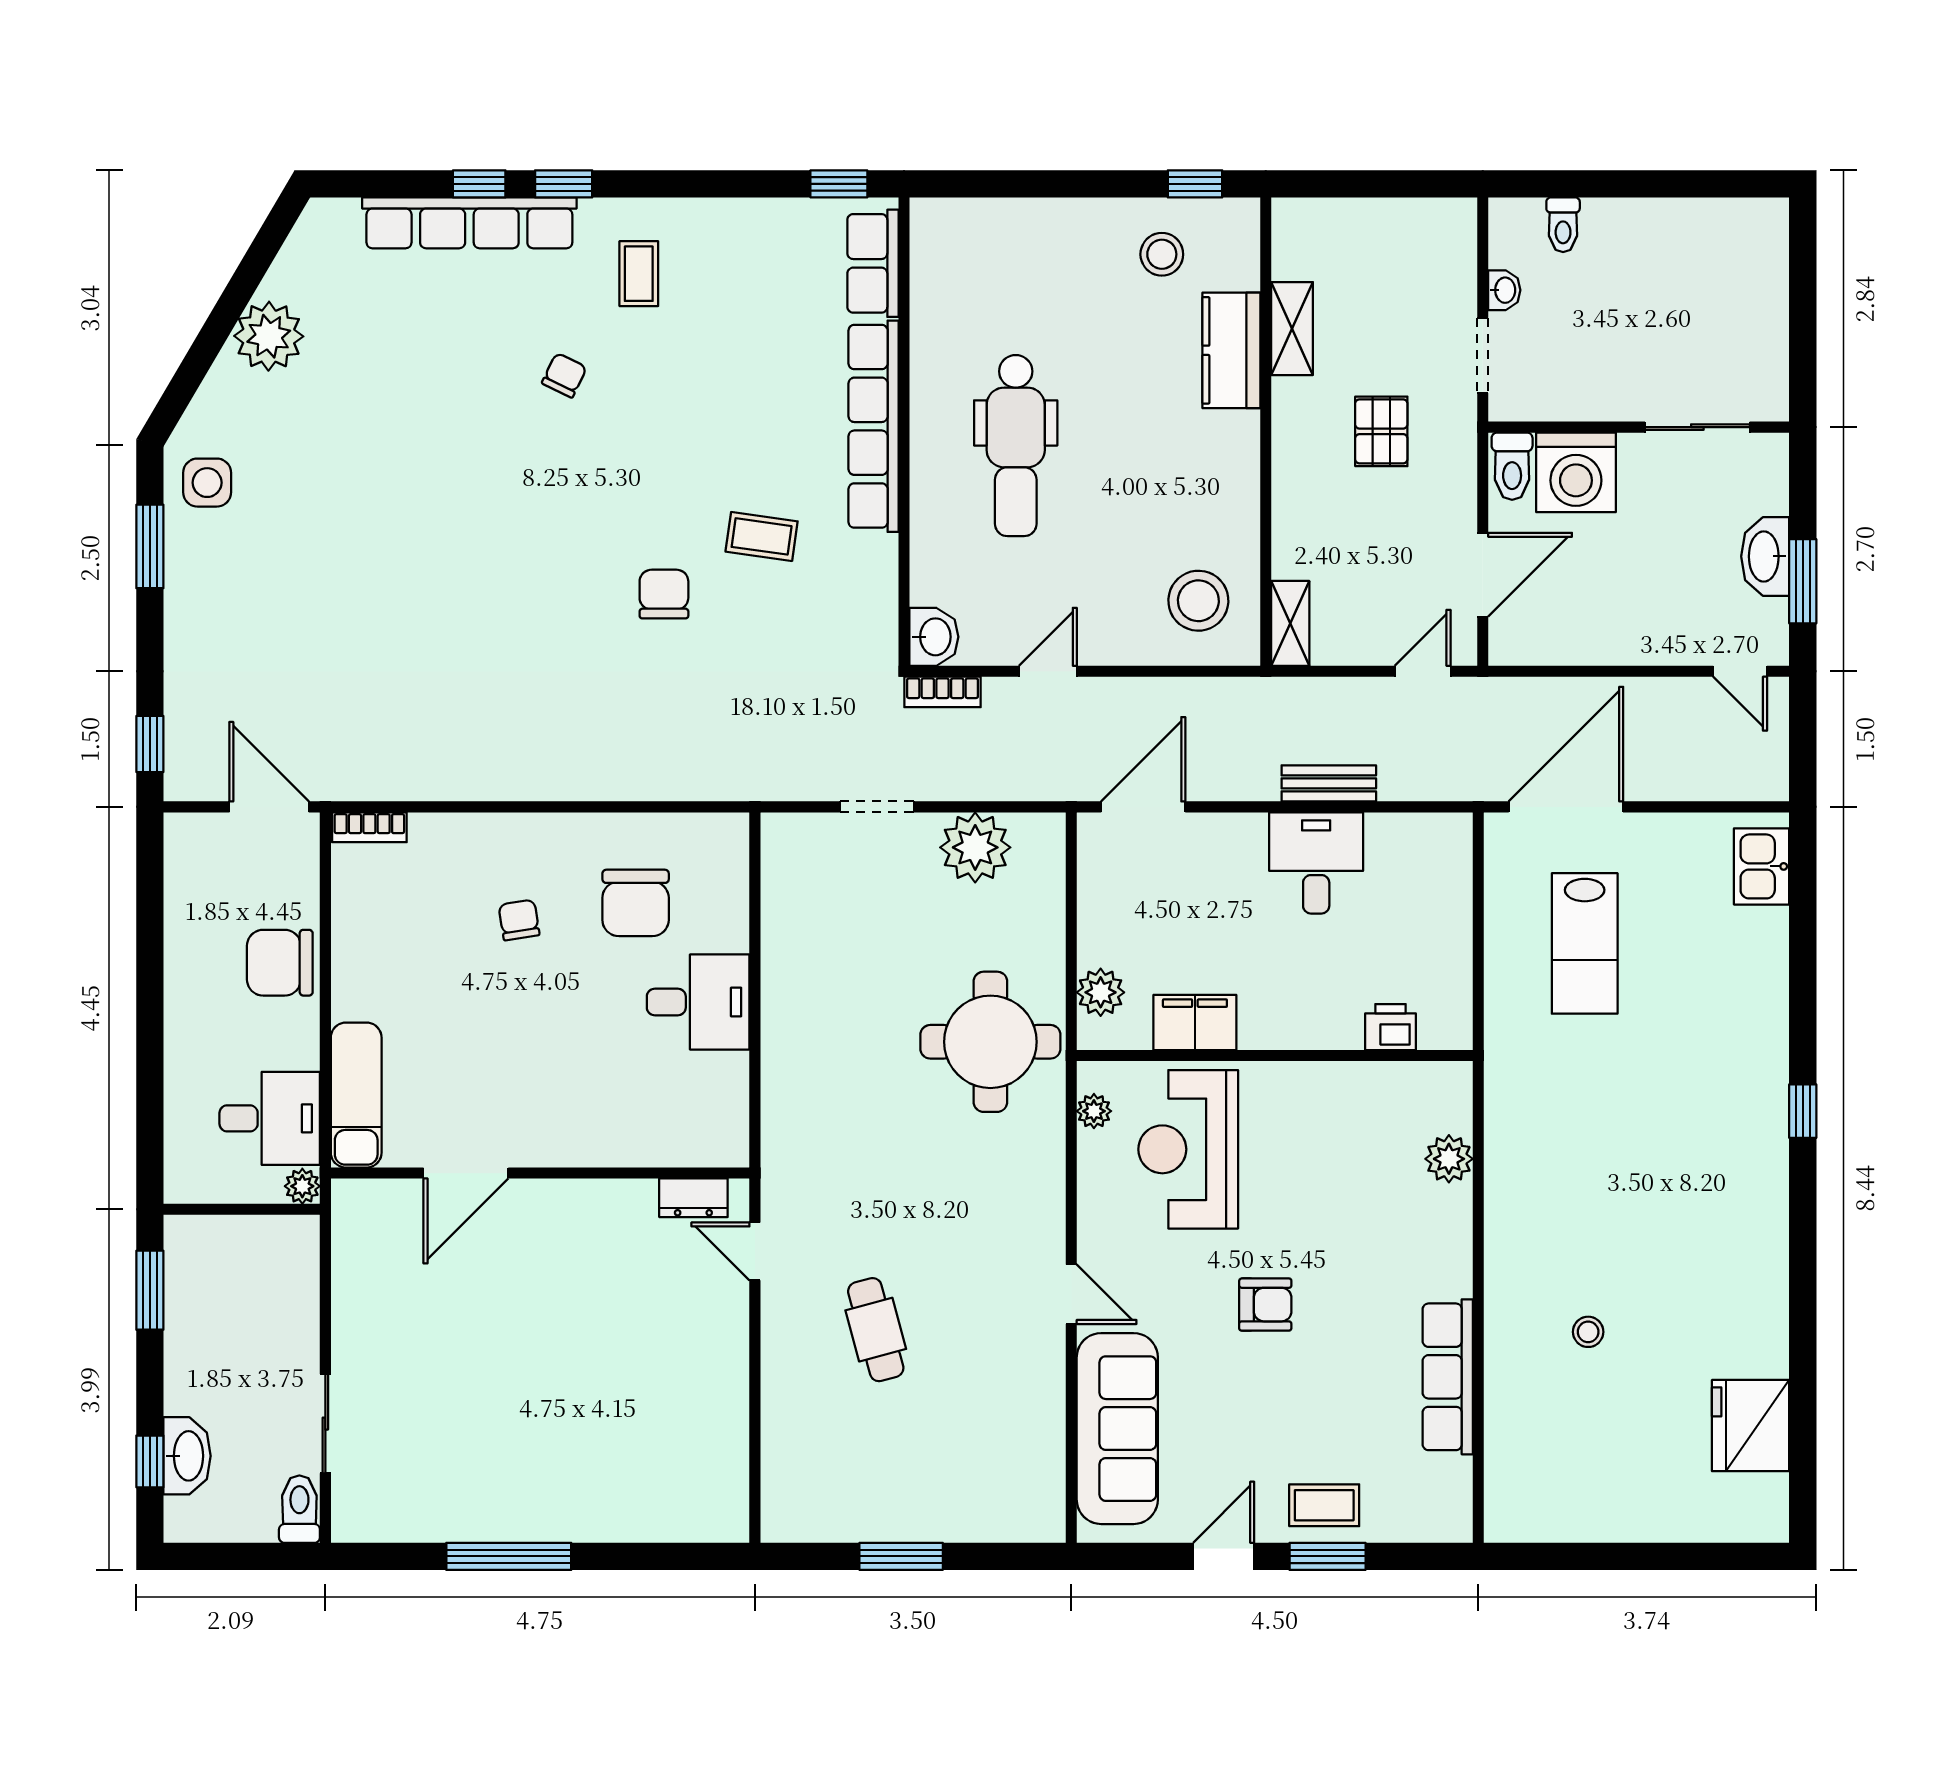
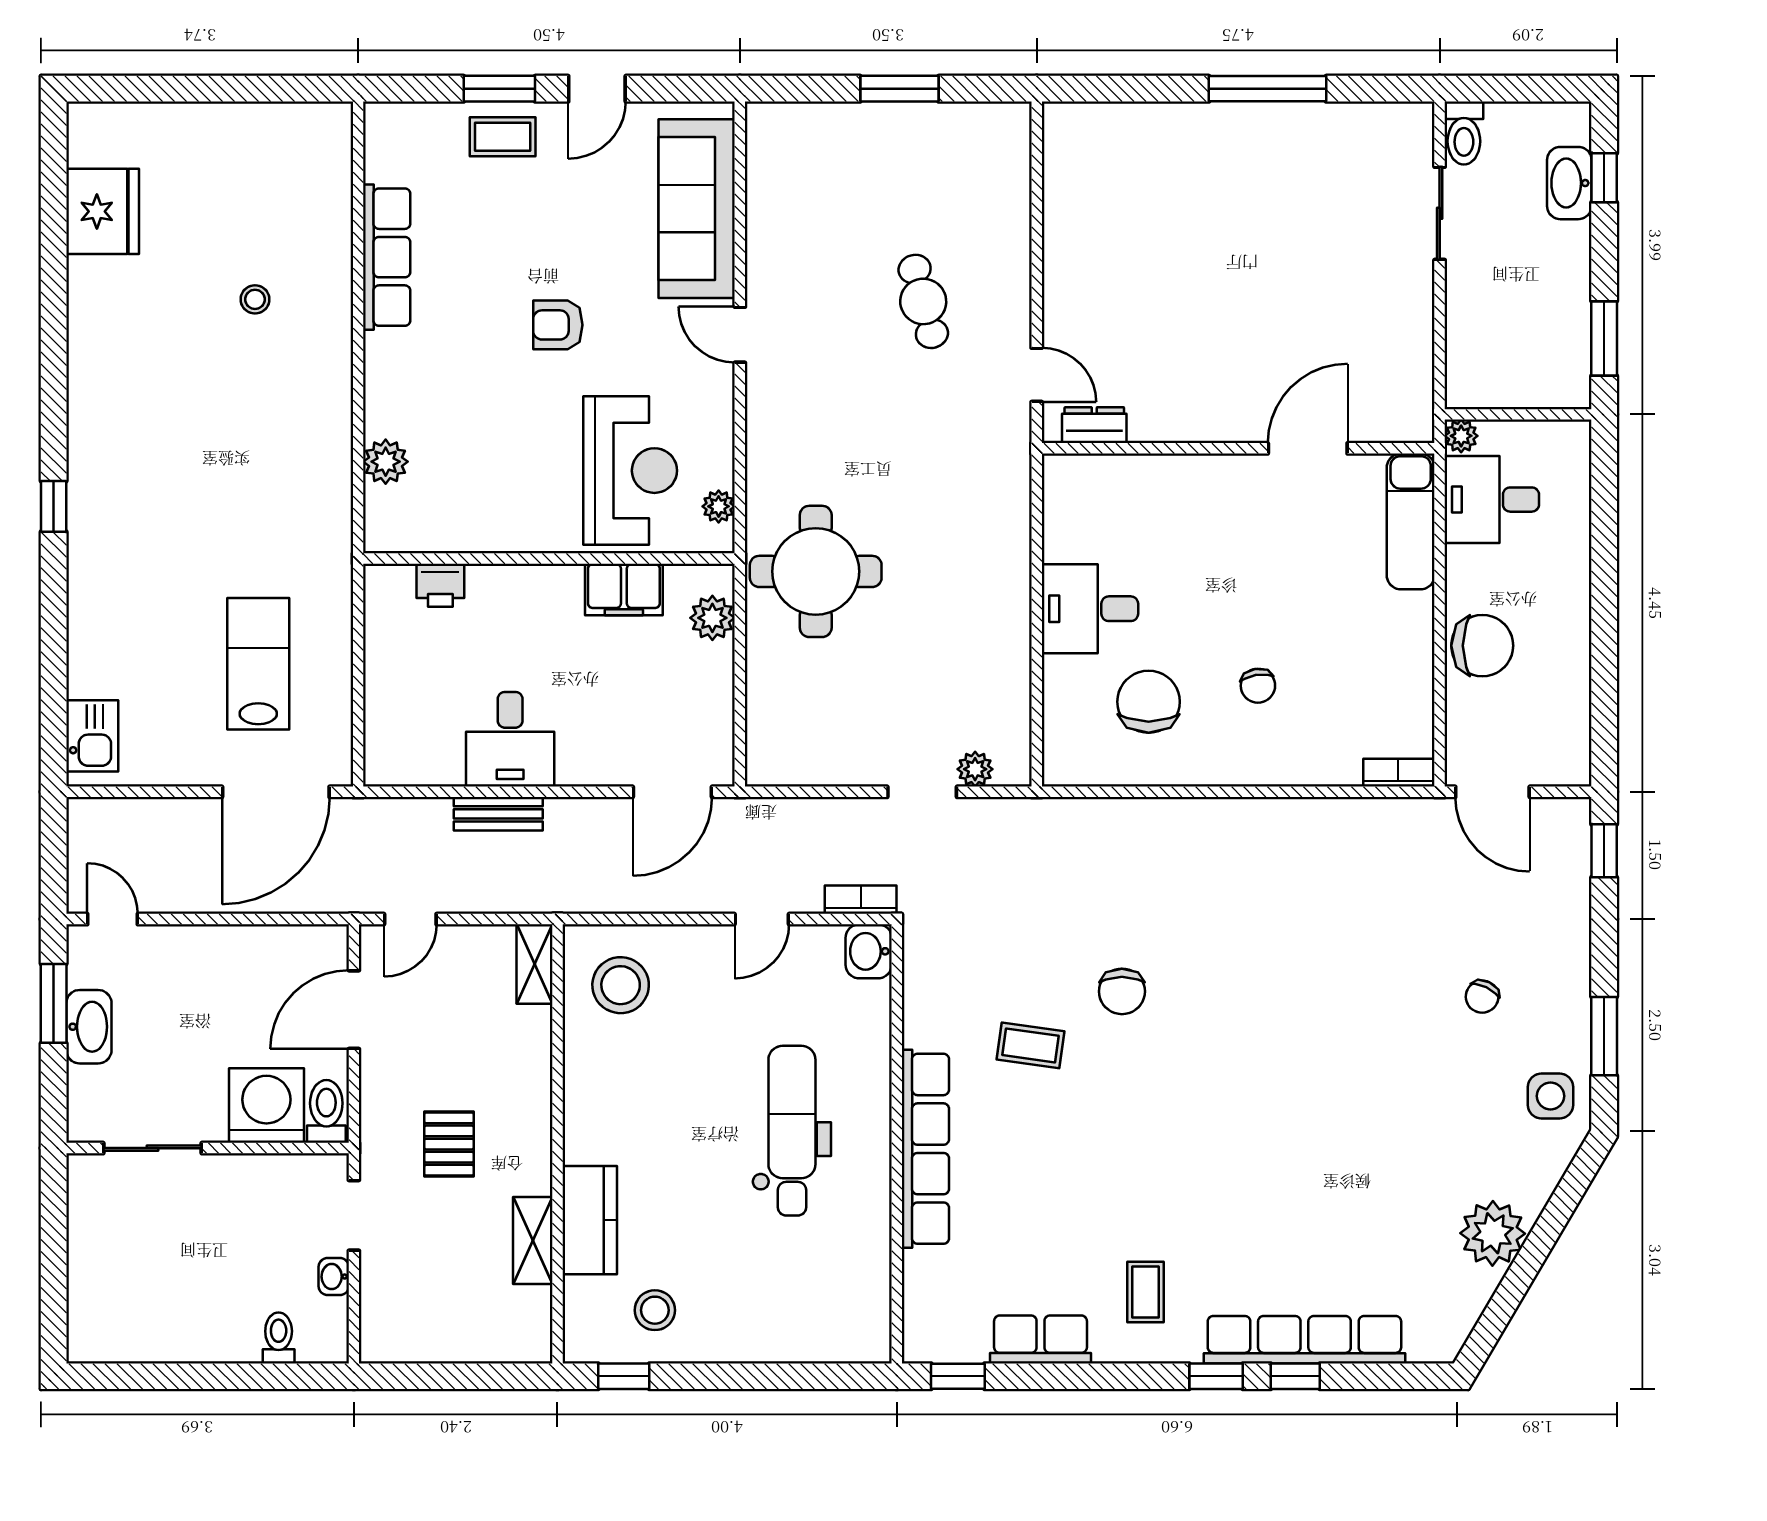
row of seats: (873, 263) -> (1041, 1339), moved, turned -90
chair: (564, 375) -> (1482, 997), moved
plant: (975, 847) -> (975, 769), moved, width x0.53, depth x0.53

